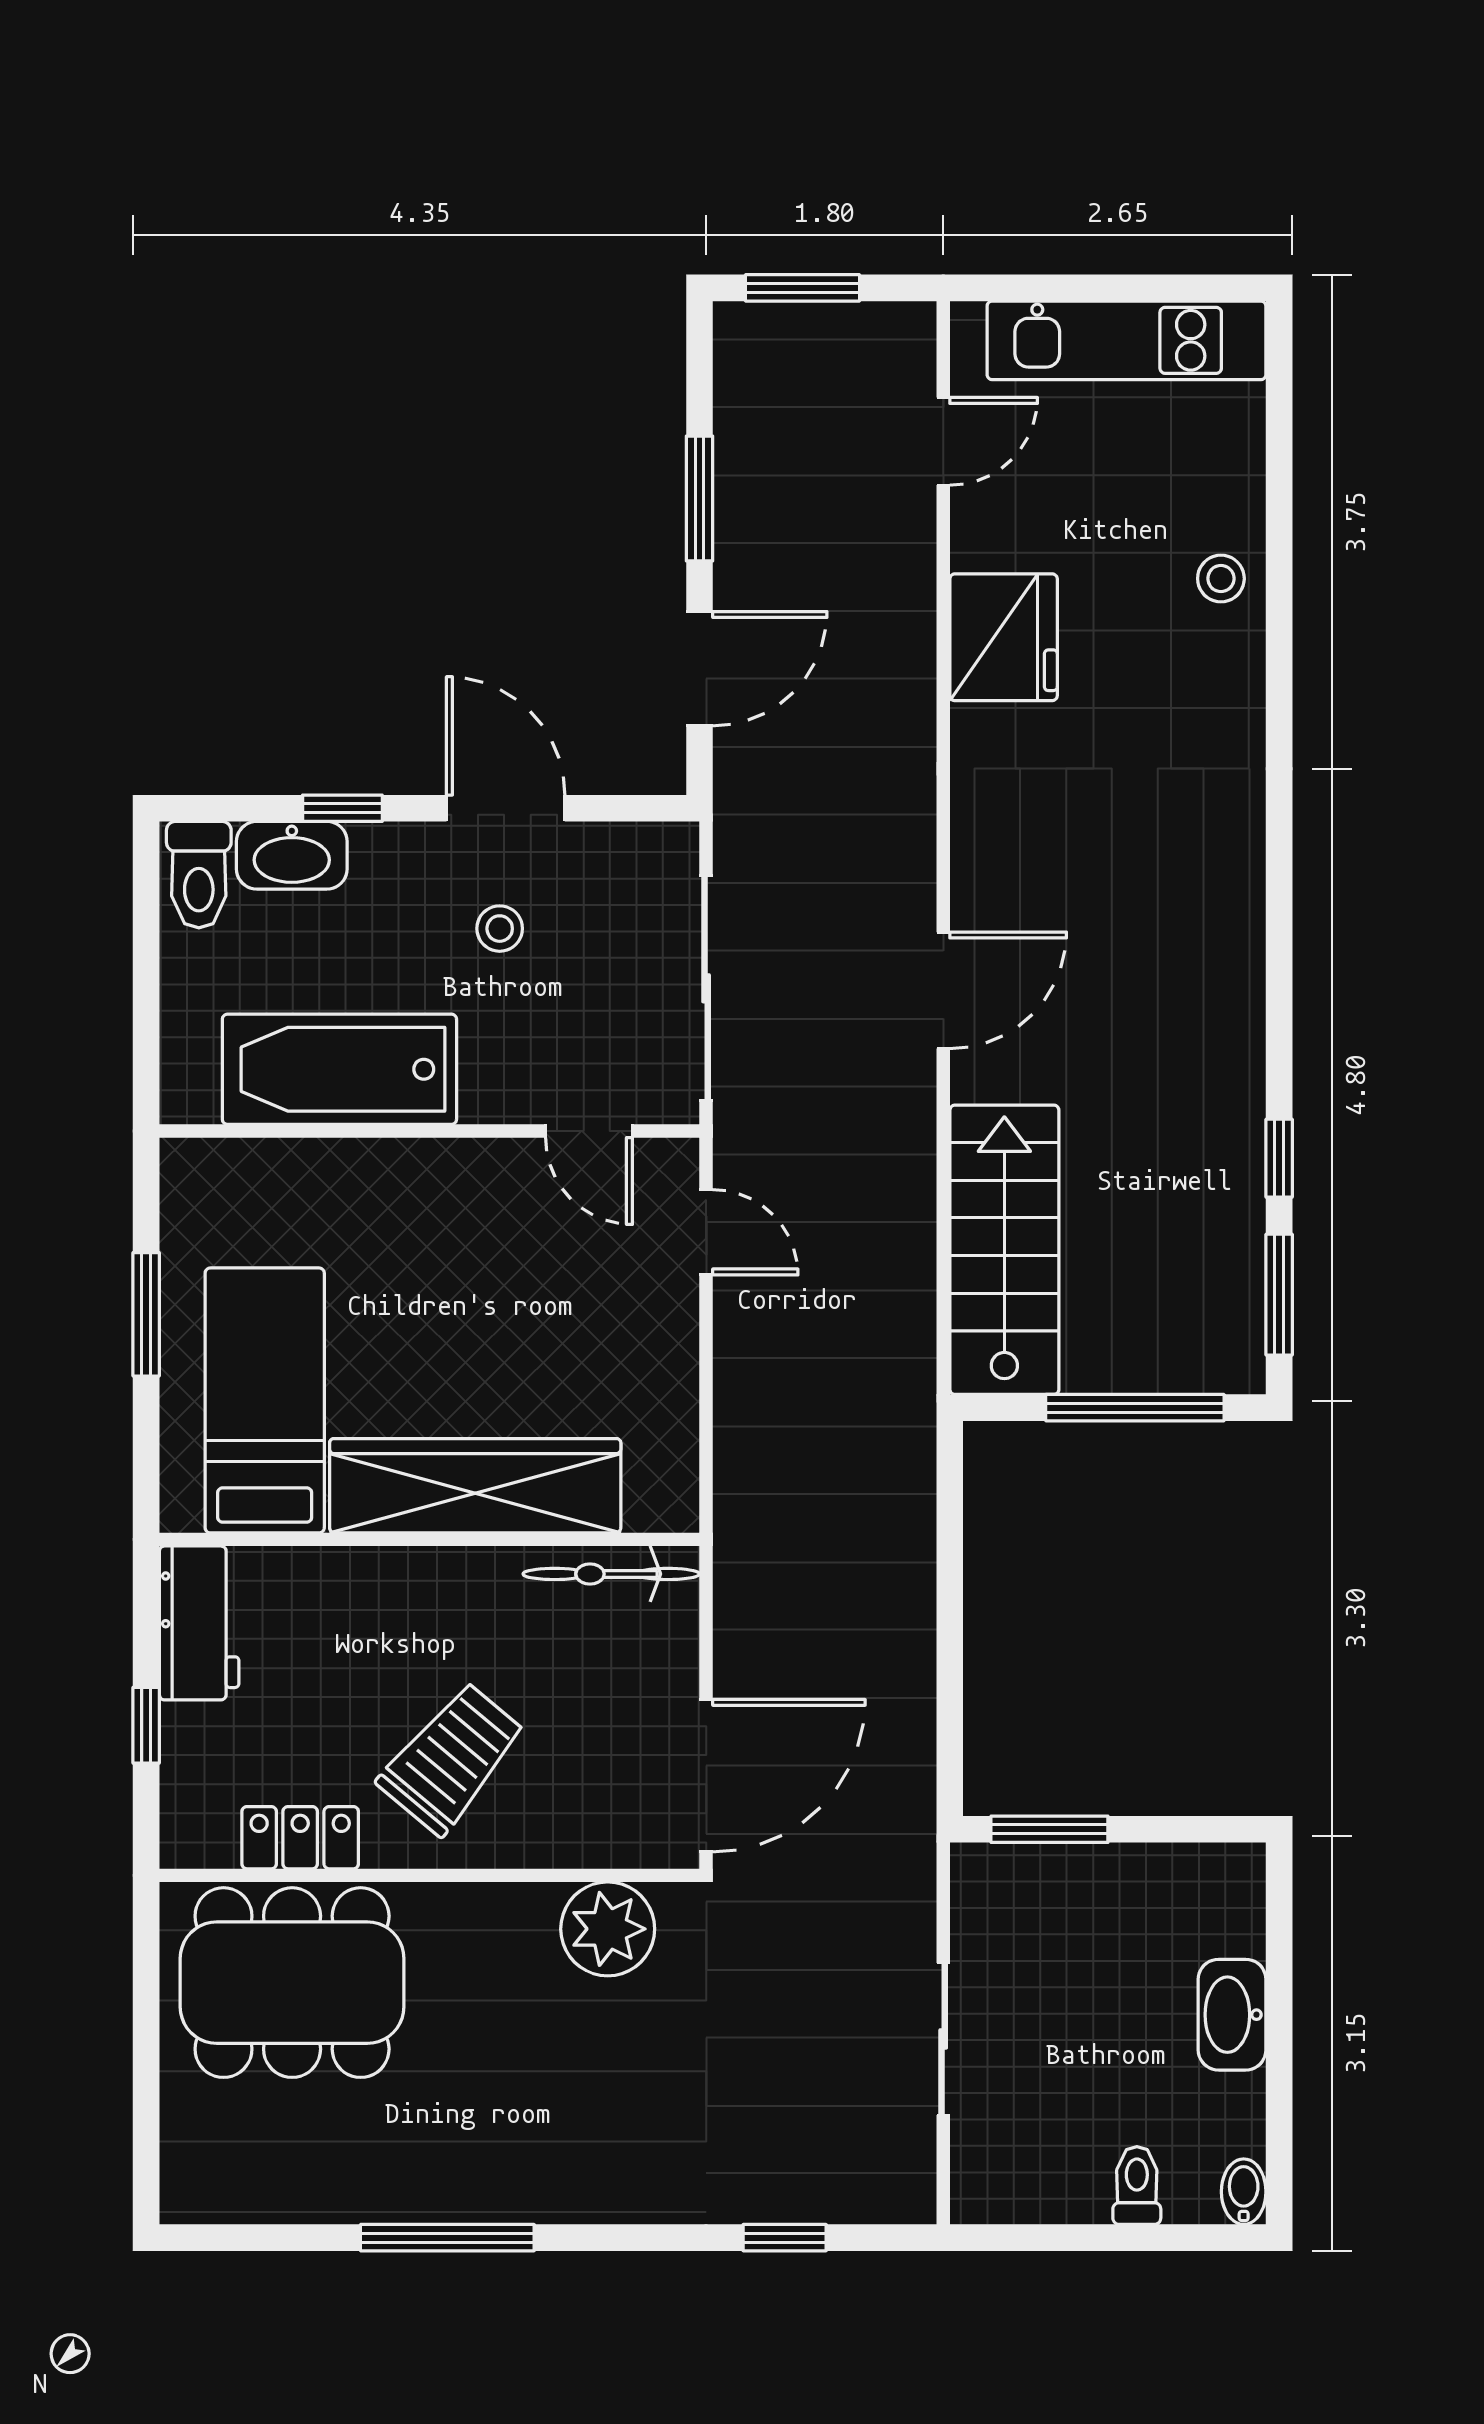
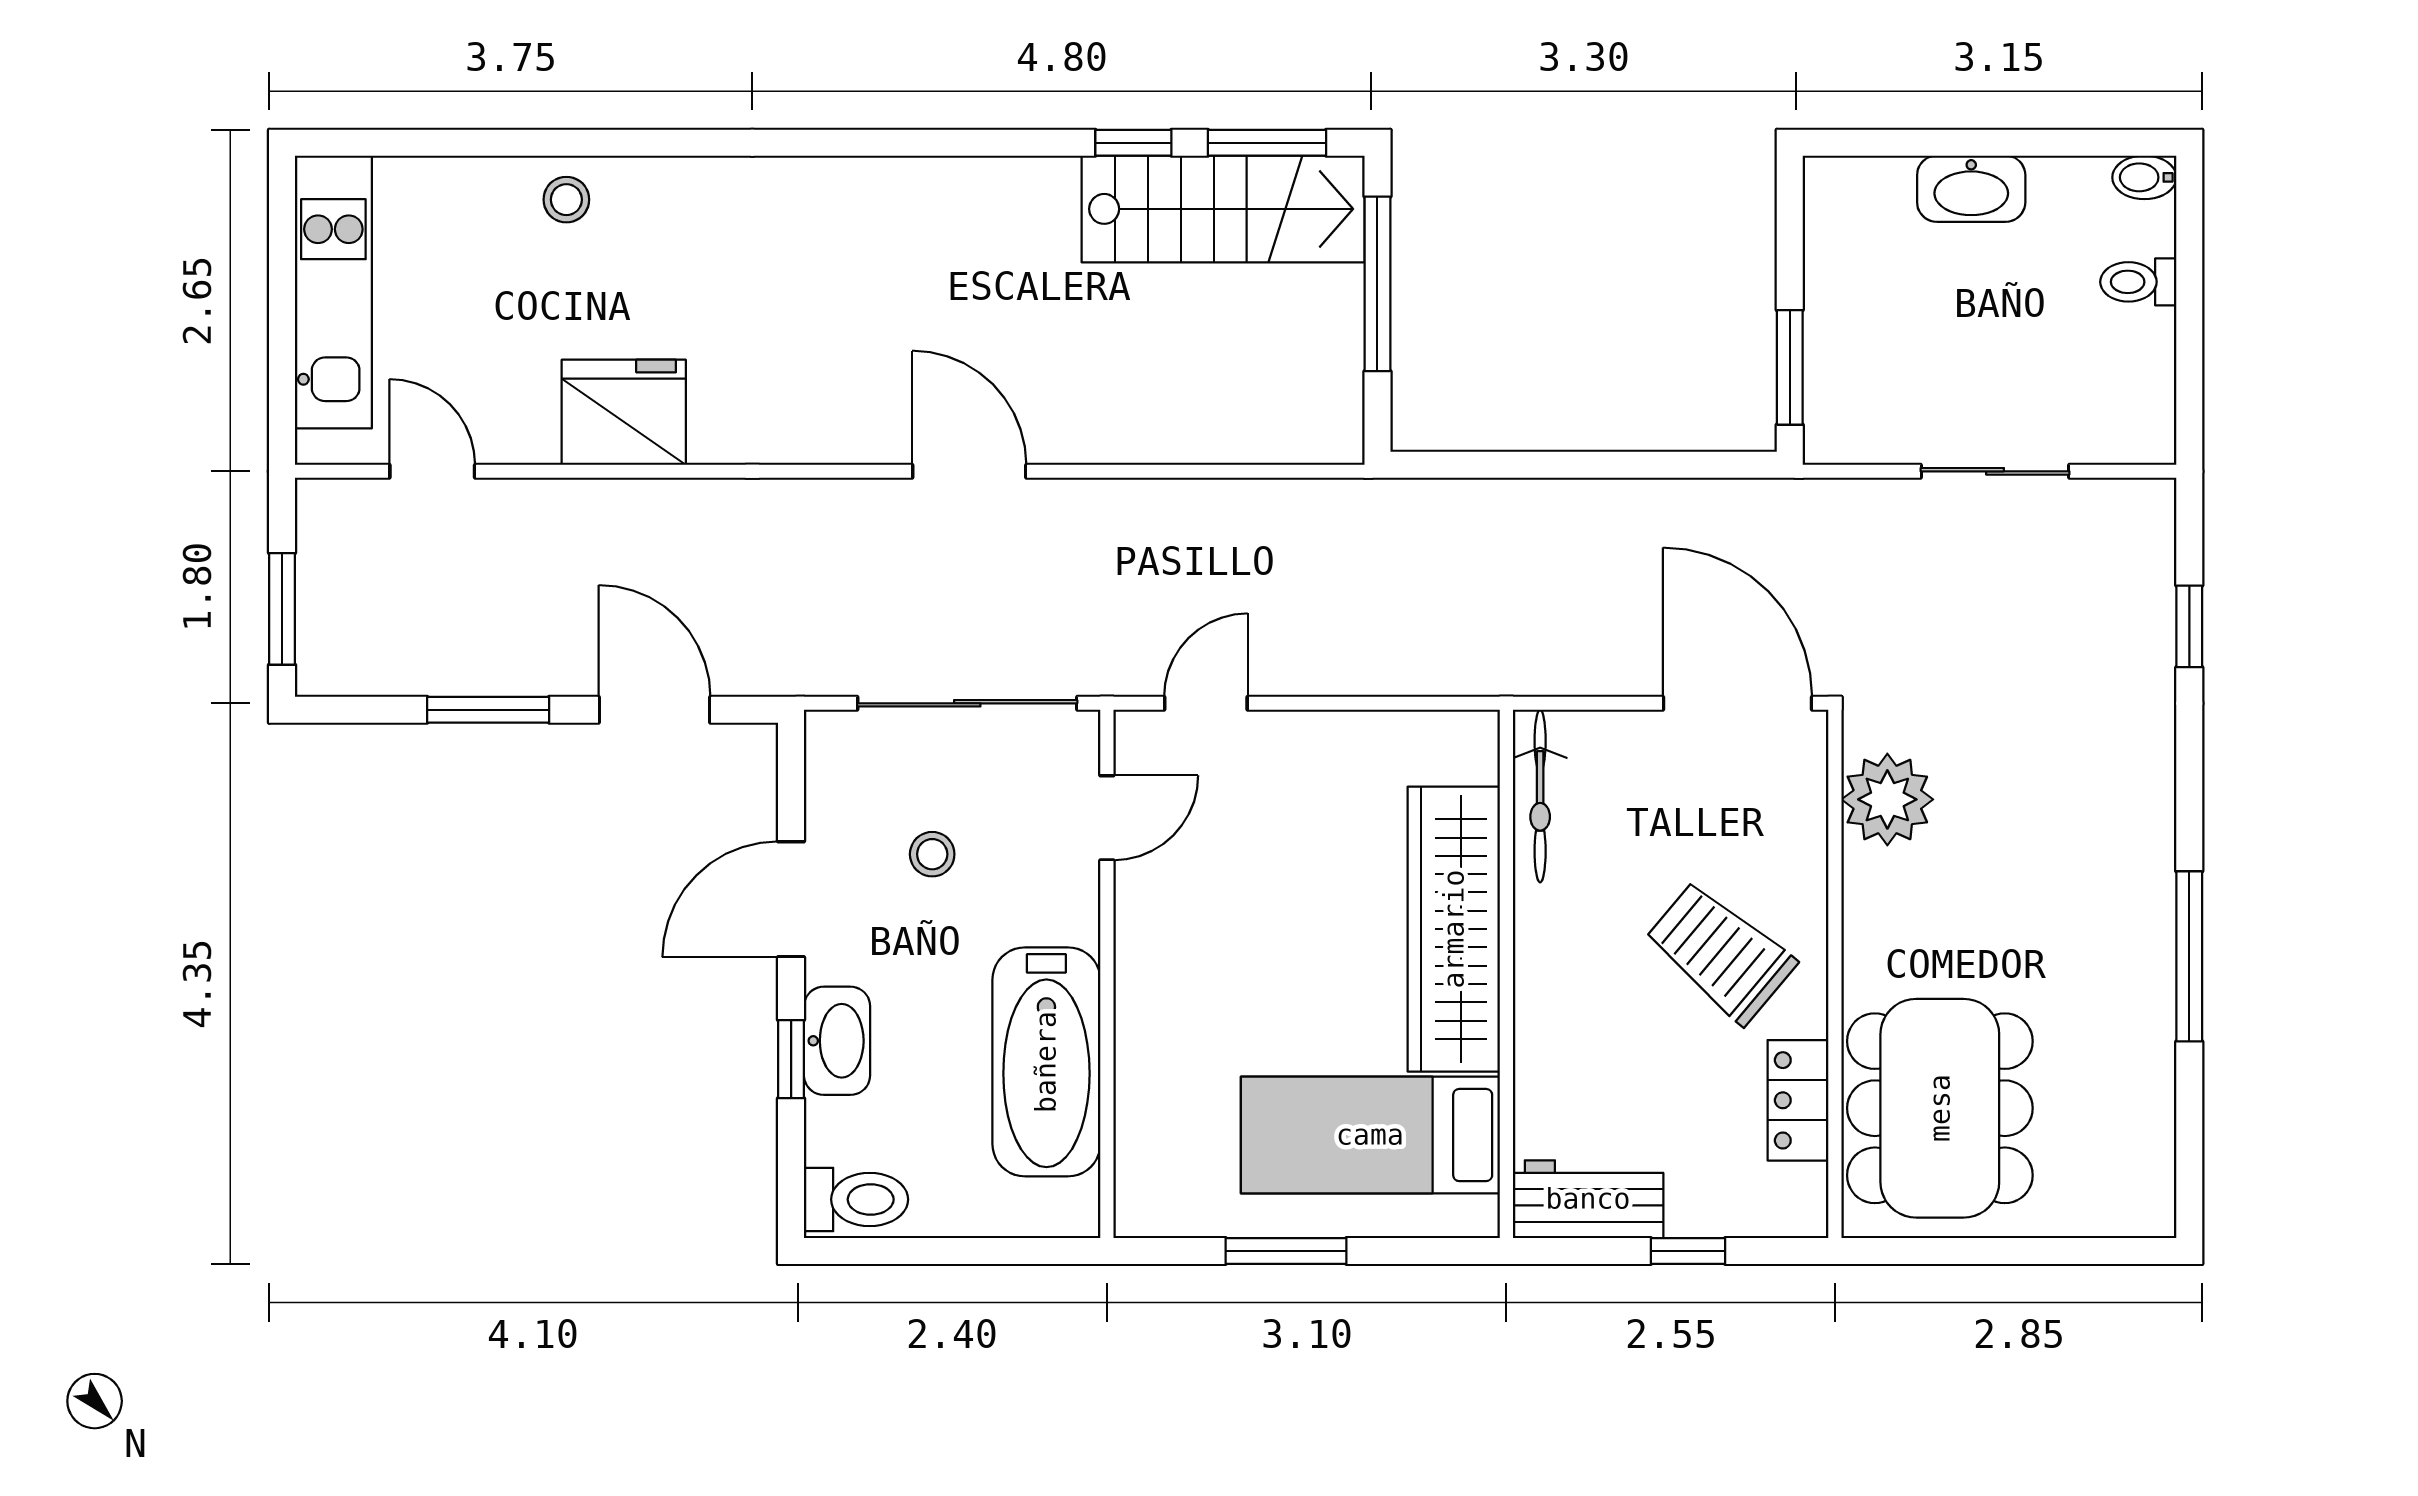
washbasin: (292, 855) -> (837, 1041), moved
stool: (500, 929) -> (932, 854), moved
stairs: (1004, 1250) -> (1223, 209), moved, turned 180

